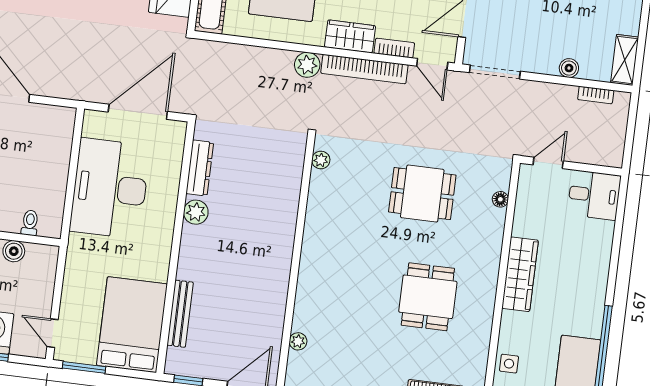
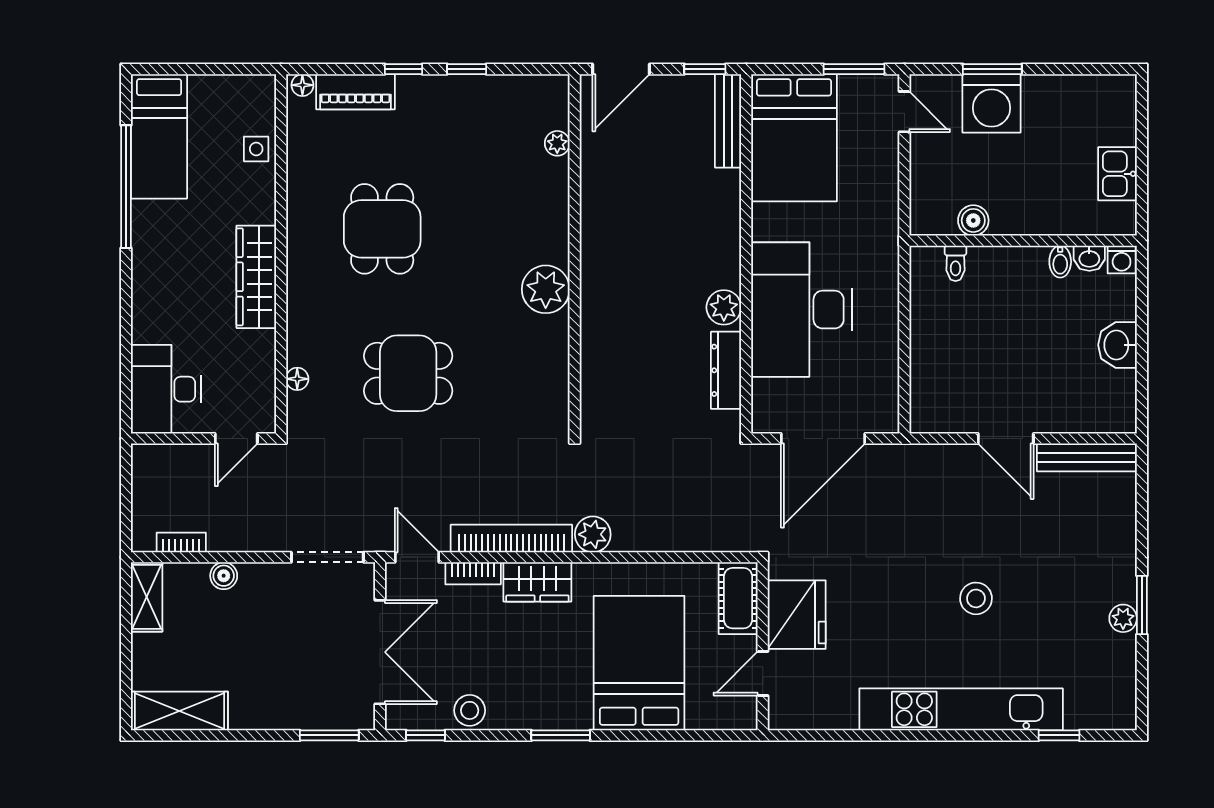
plant: (321, 160) -> (546, 289), moved, width x1.88, depth x1.88
desk: (110, 188) -> (801, 310), moved, turned 180
desk: (594, 195) -> (166, 389), width x1.37
bench: (180, 314) -> (728, 121), moved

